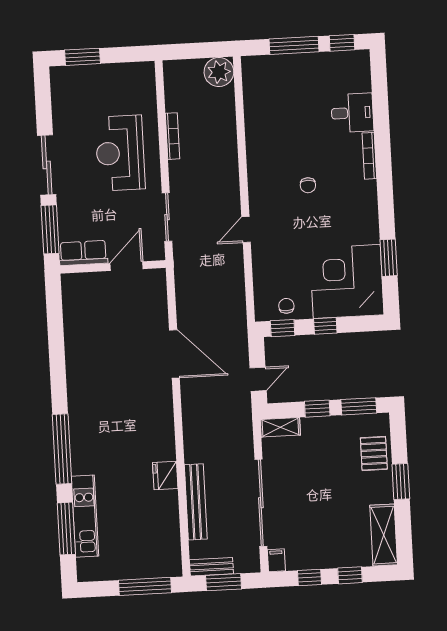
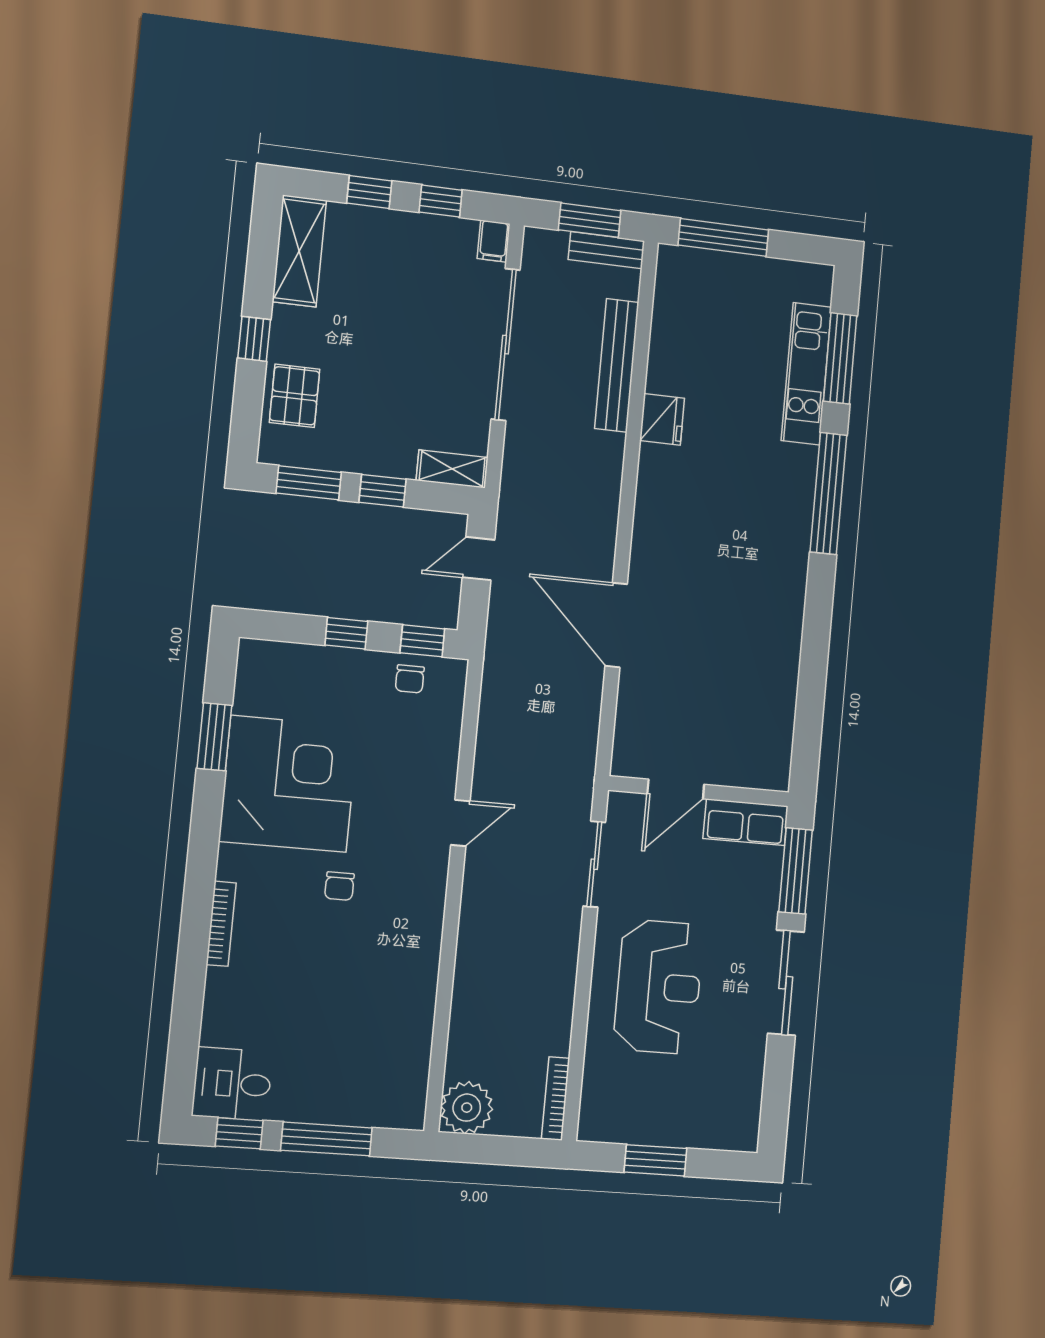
window: (82, 57) -> (655, 1160), moved
desk: (352, 113) -> (232, 1084), moved
bookcase: (172, 136) -> (556, 1098), moved
chair: (308, 185) -> (339, 886), turned 180
corner desk: (347, 281) -> (289, 784), moved, turned -90
window: (401, 482) -> (254, 339), width x0.67

